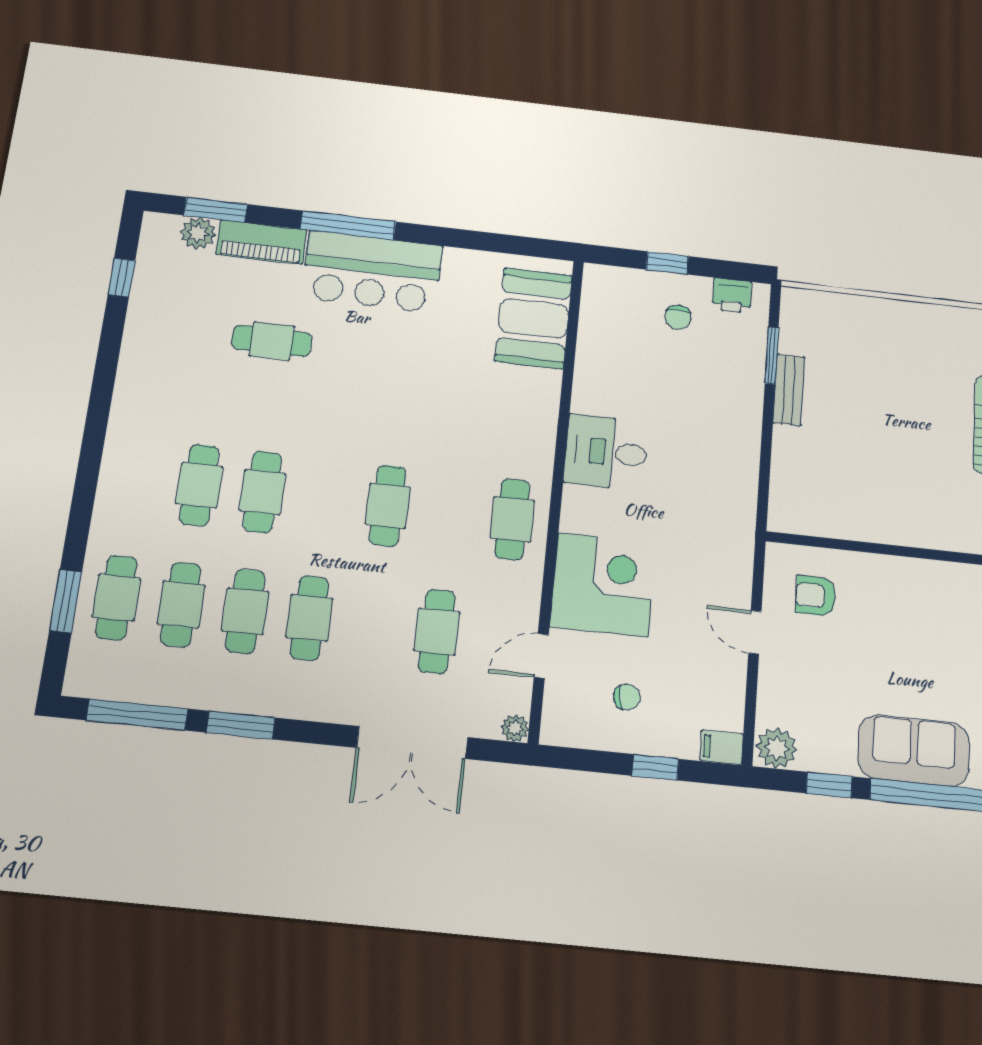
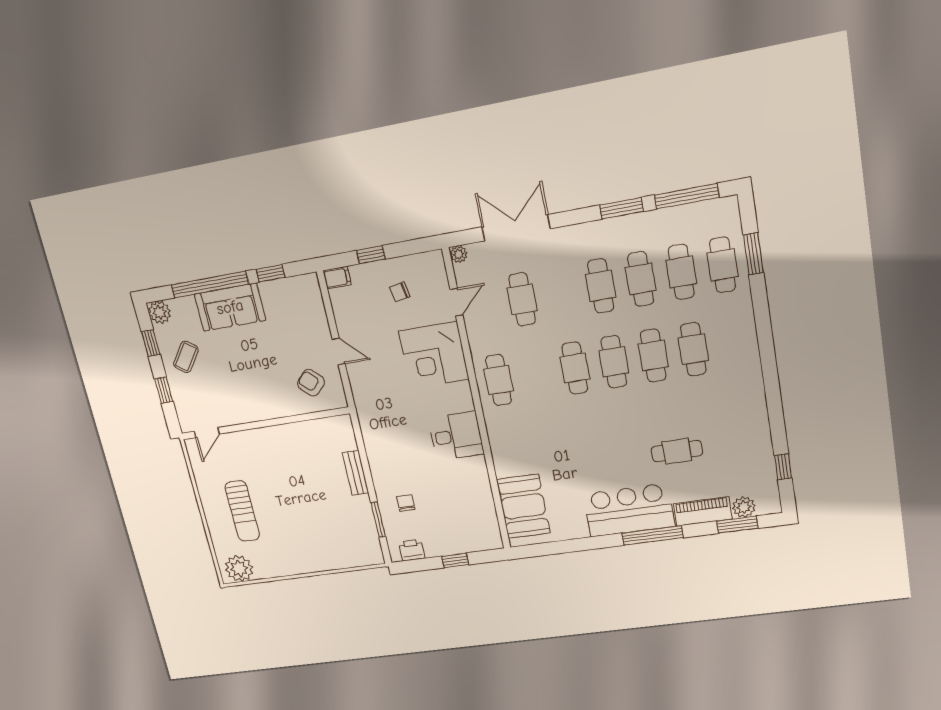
chair: (678, 317) -> (406, 503), moved
bench: (789, 390) -> (356, 473), moved
cafe table: (325, 499) -> (614, 362), added
armchair: (816, 596) -> (311, 383), turned -136
plant: (777, 748) -> (306, 286), removed

